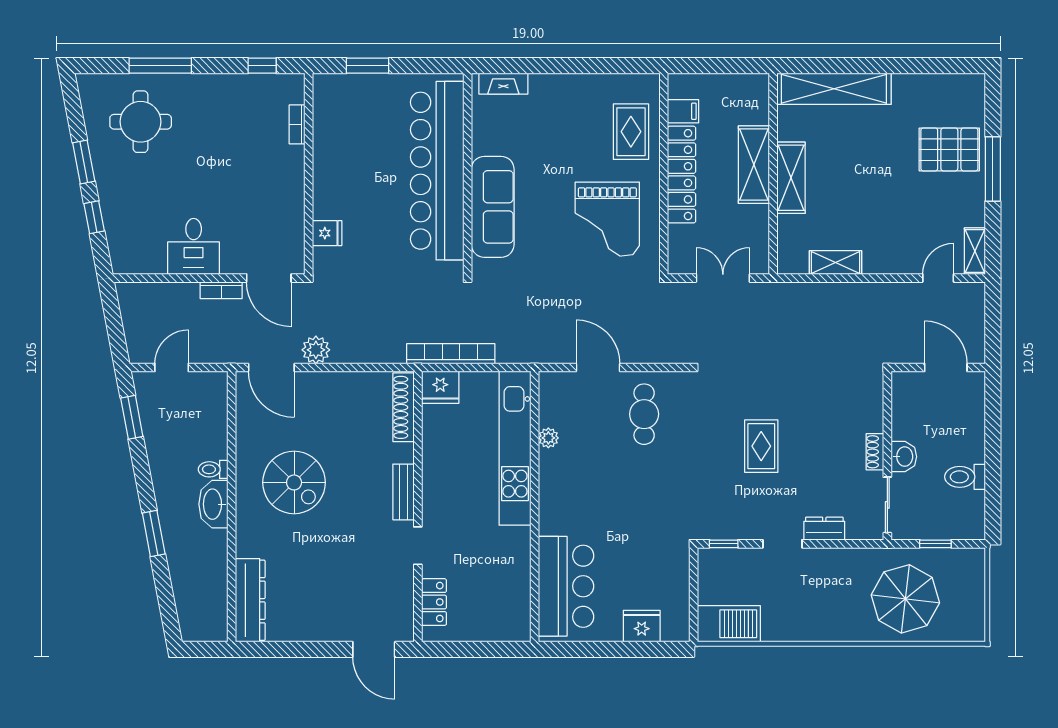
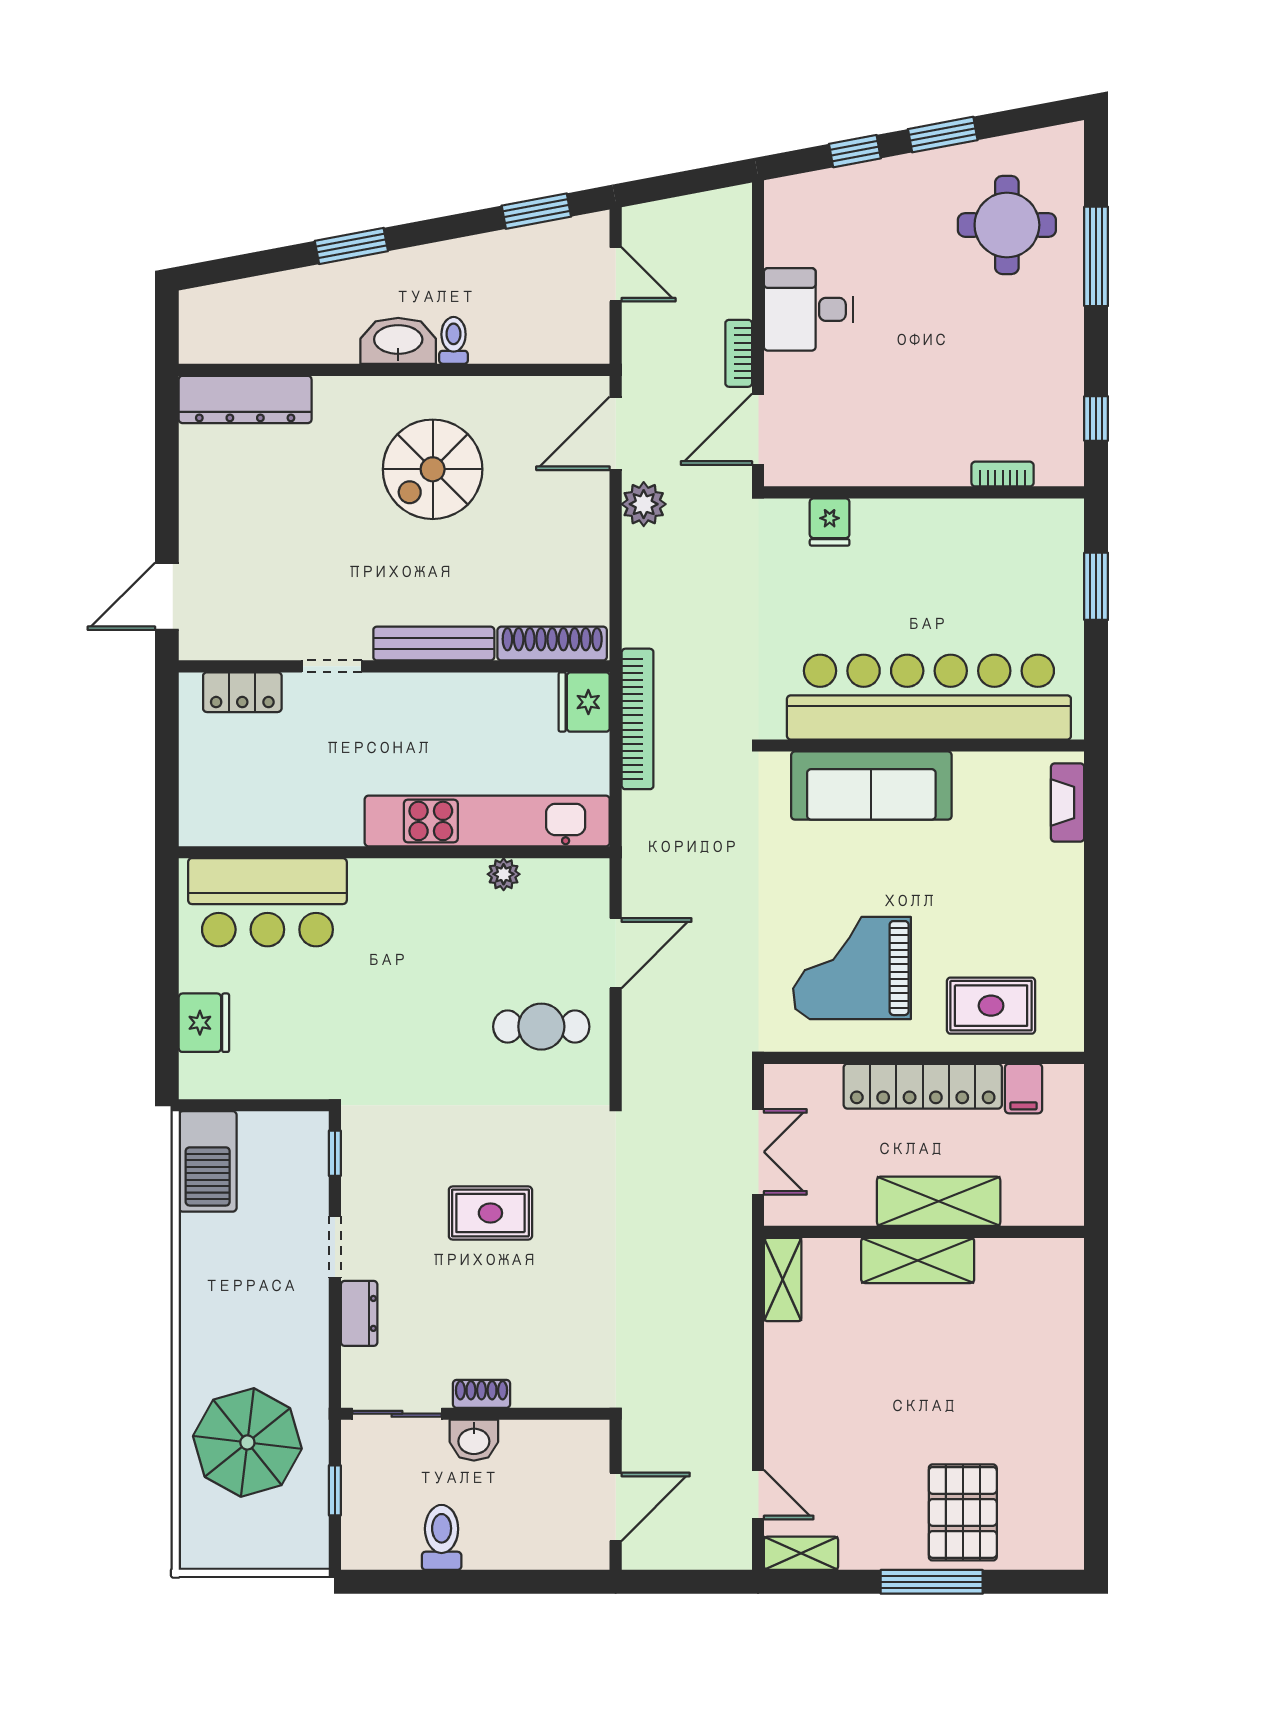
shelving: (834, 89) -> (1059, 1329), removed
shelving: (836, 263) -> (783, 1279), moved
bench: (403, 492) -> (434, 644), width x1.36

